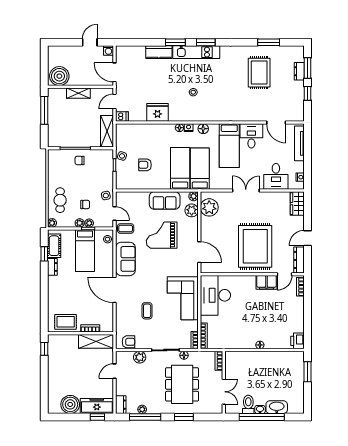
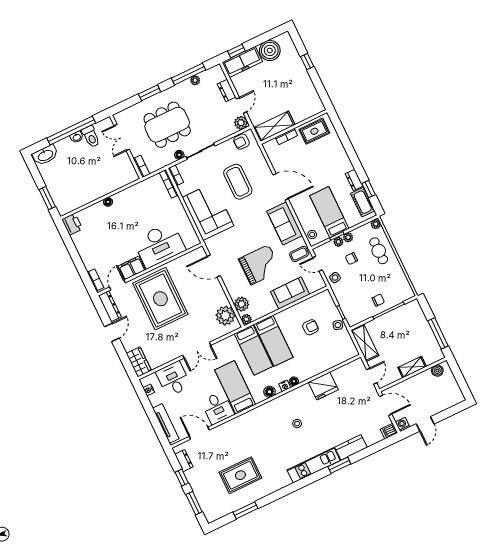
window: (206, 42) -> (309, 480), removed
dresser: (299, 71) -> (184, 461), moved
rug: (259, 73) -> (240, 475), turned 90
boiler: (59, 76) -> (437, 371), width x0.54, depth x0.54
dishwasher: (122, 116) -> (389, 431), moved
sofa: (165, 201) -> (290, 293), moved
desk: (215, 295) -> (159, 245), moved, turned 90
coffee table: (147, 311) -> (238, 182), width x1.86, depth x1.72
window: (44, 349) -> (307, 61), moved
plant: (140, 357) -> (241, 123), moved
dining table: (182, 384) -> (167, 125), turned 90
dresser: (121, 405) -> (227, 90), moved
washbasin: (277, 407) -> (45, 155), moved

